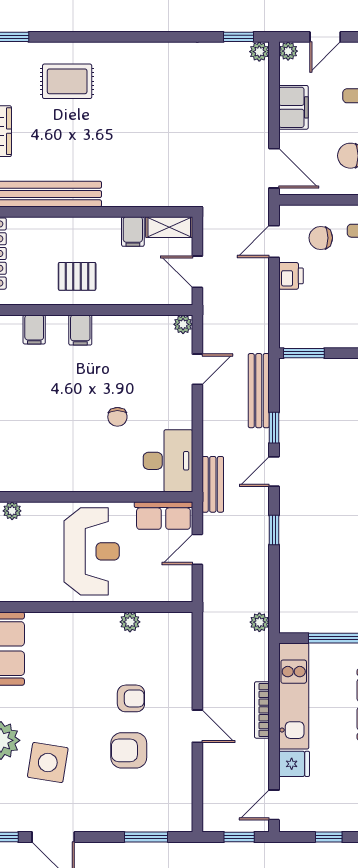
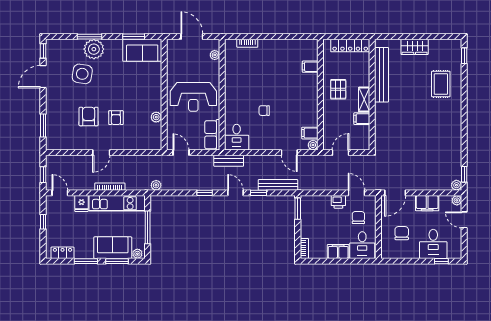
shelving: (169, 227) -> (364, 99), moved
filing cabinet: (80, 330) -> (310, 133), moved
desk: (168, 461) -> (237, 137), width x0.73
door: (197, 549) -> (181, 153), moved

